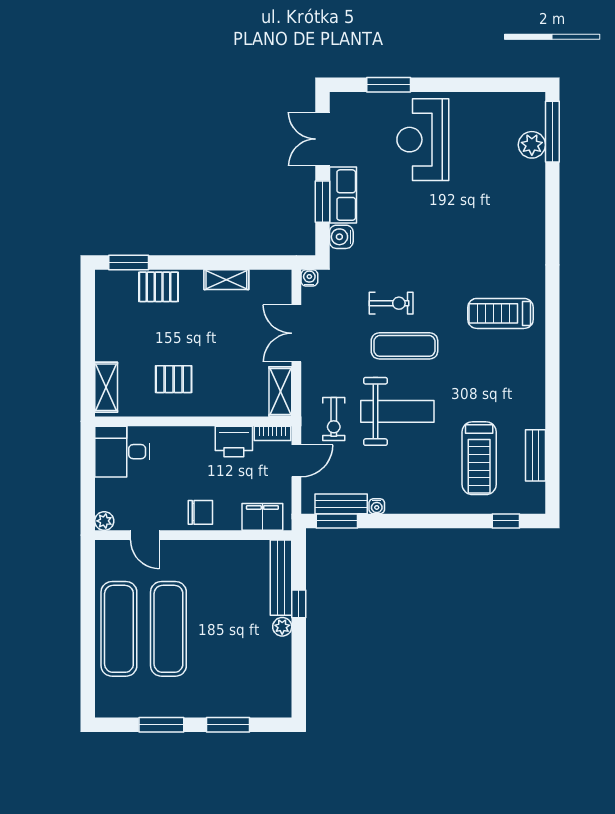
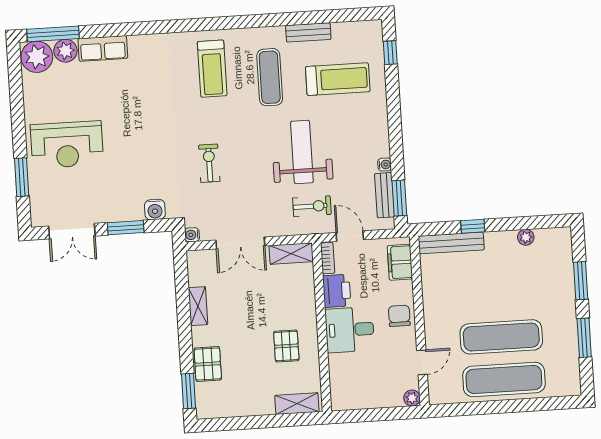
plant: (527, 111) -> (37, 57), added
row of seats: (343, 195) -> (103, 48), moved, turned 180
exercise mat: (404, 346) -> (270, 77), moved
desk: (122, 452) -> (350, 330), moved, turned 90
bench: (535, 455) -> (308, 32), moved
plant: (282, 627) -> (526, 237), moved

